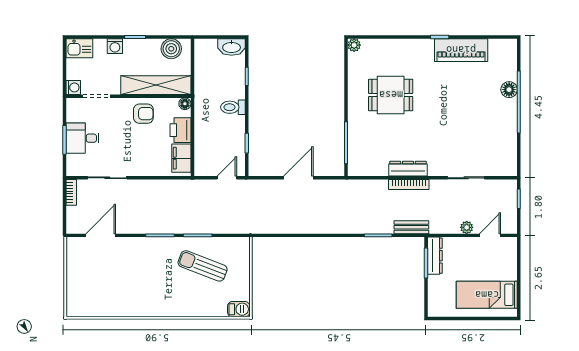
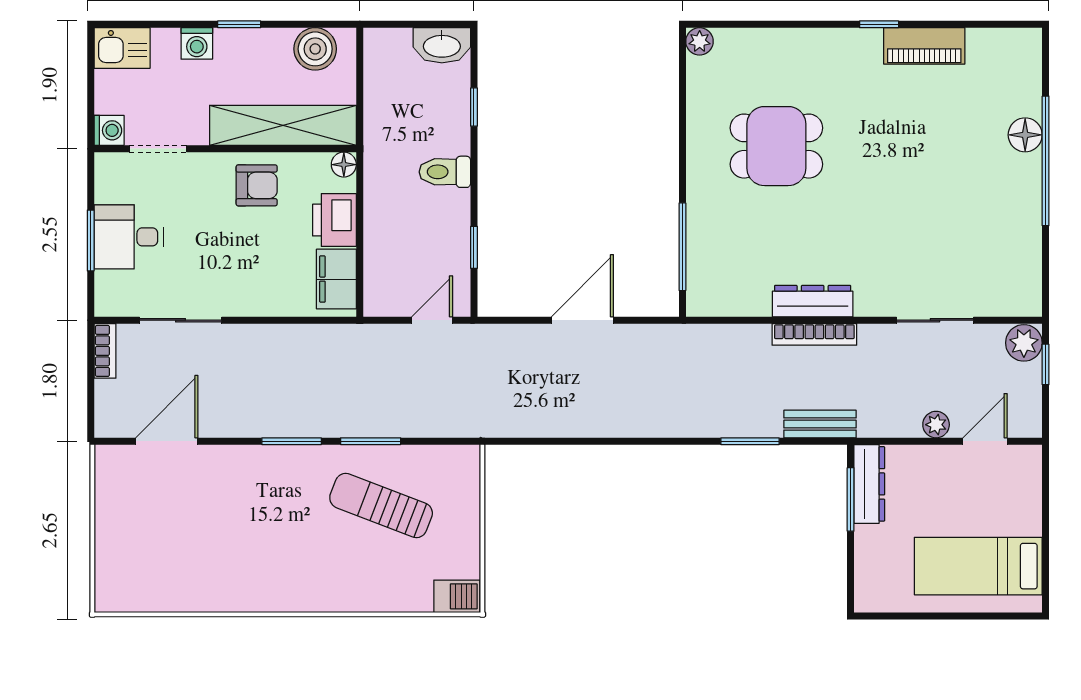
piano: (461, 50) -> (924, 46), width x0.73, depth x0.75
plant: (508, 189) -> (1024, 343), added

